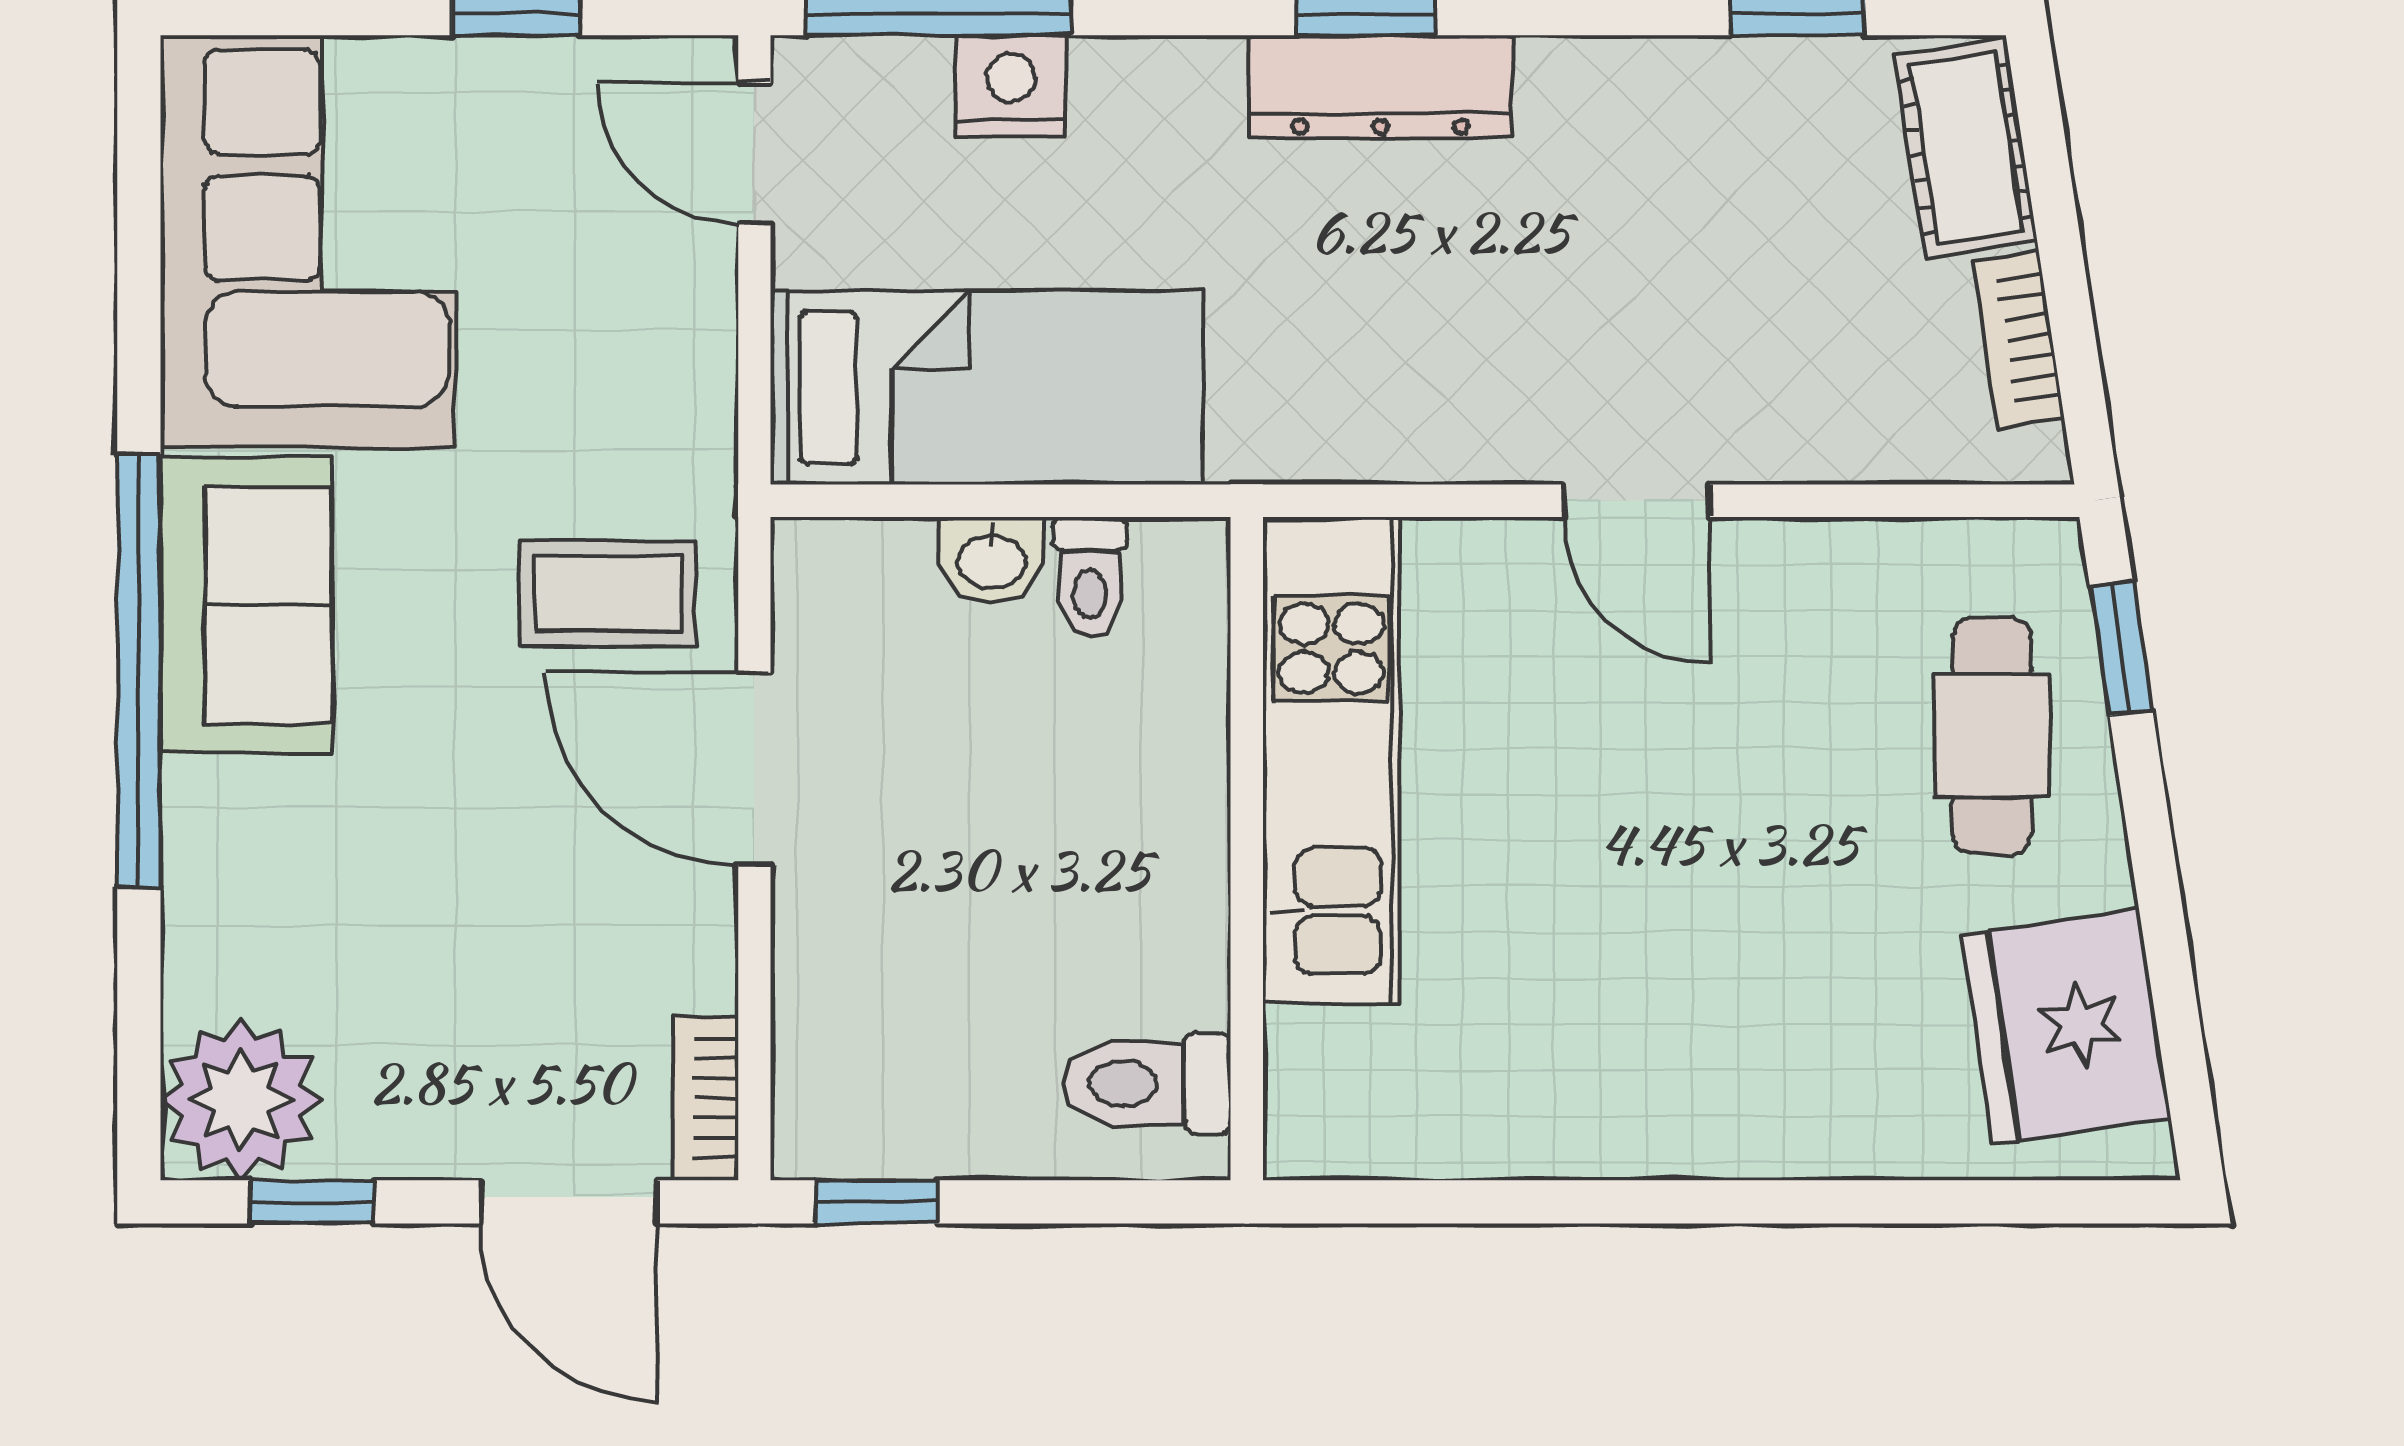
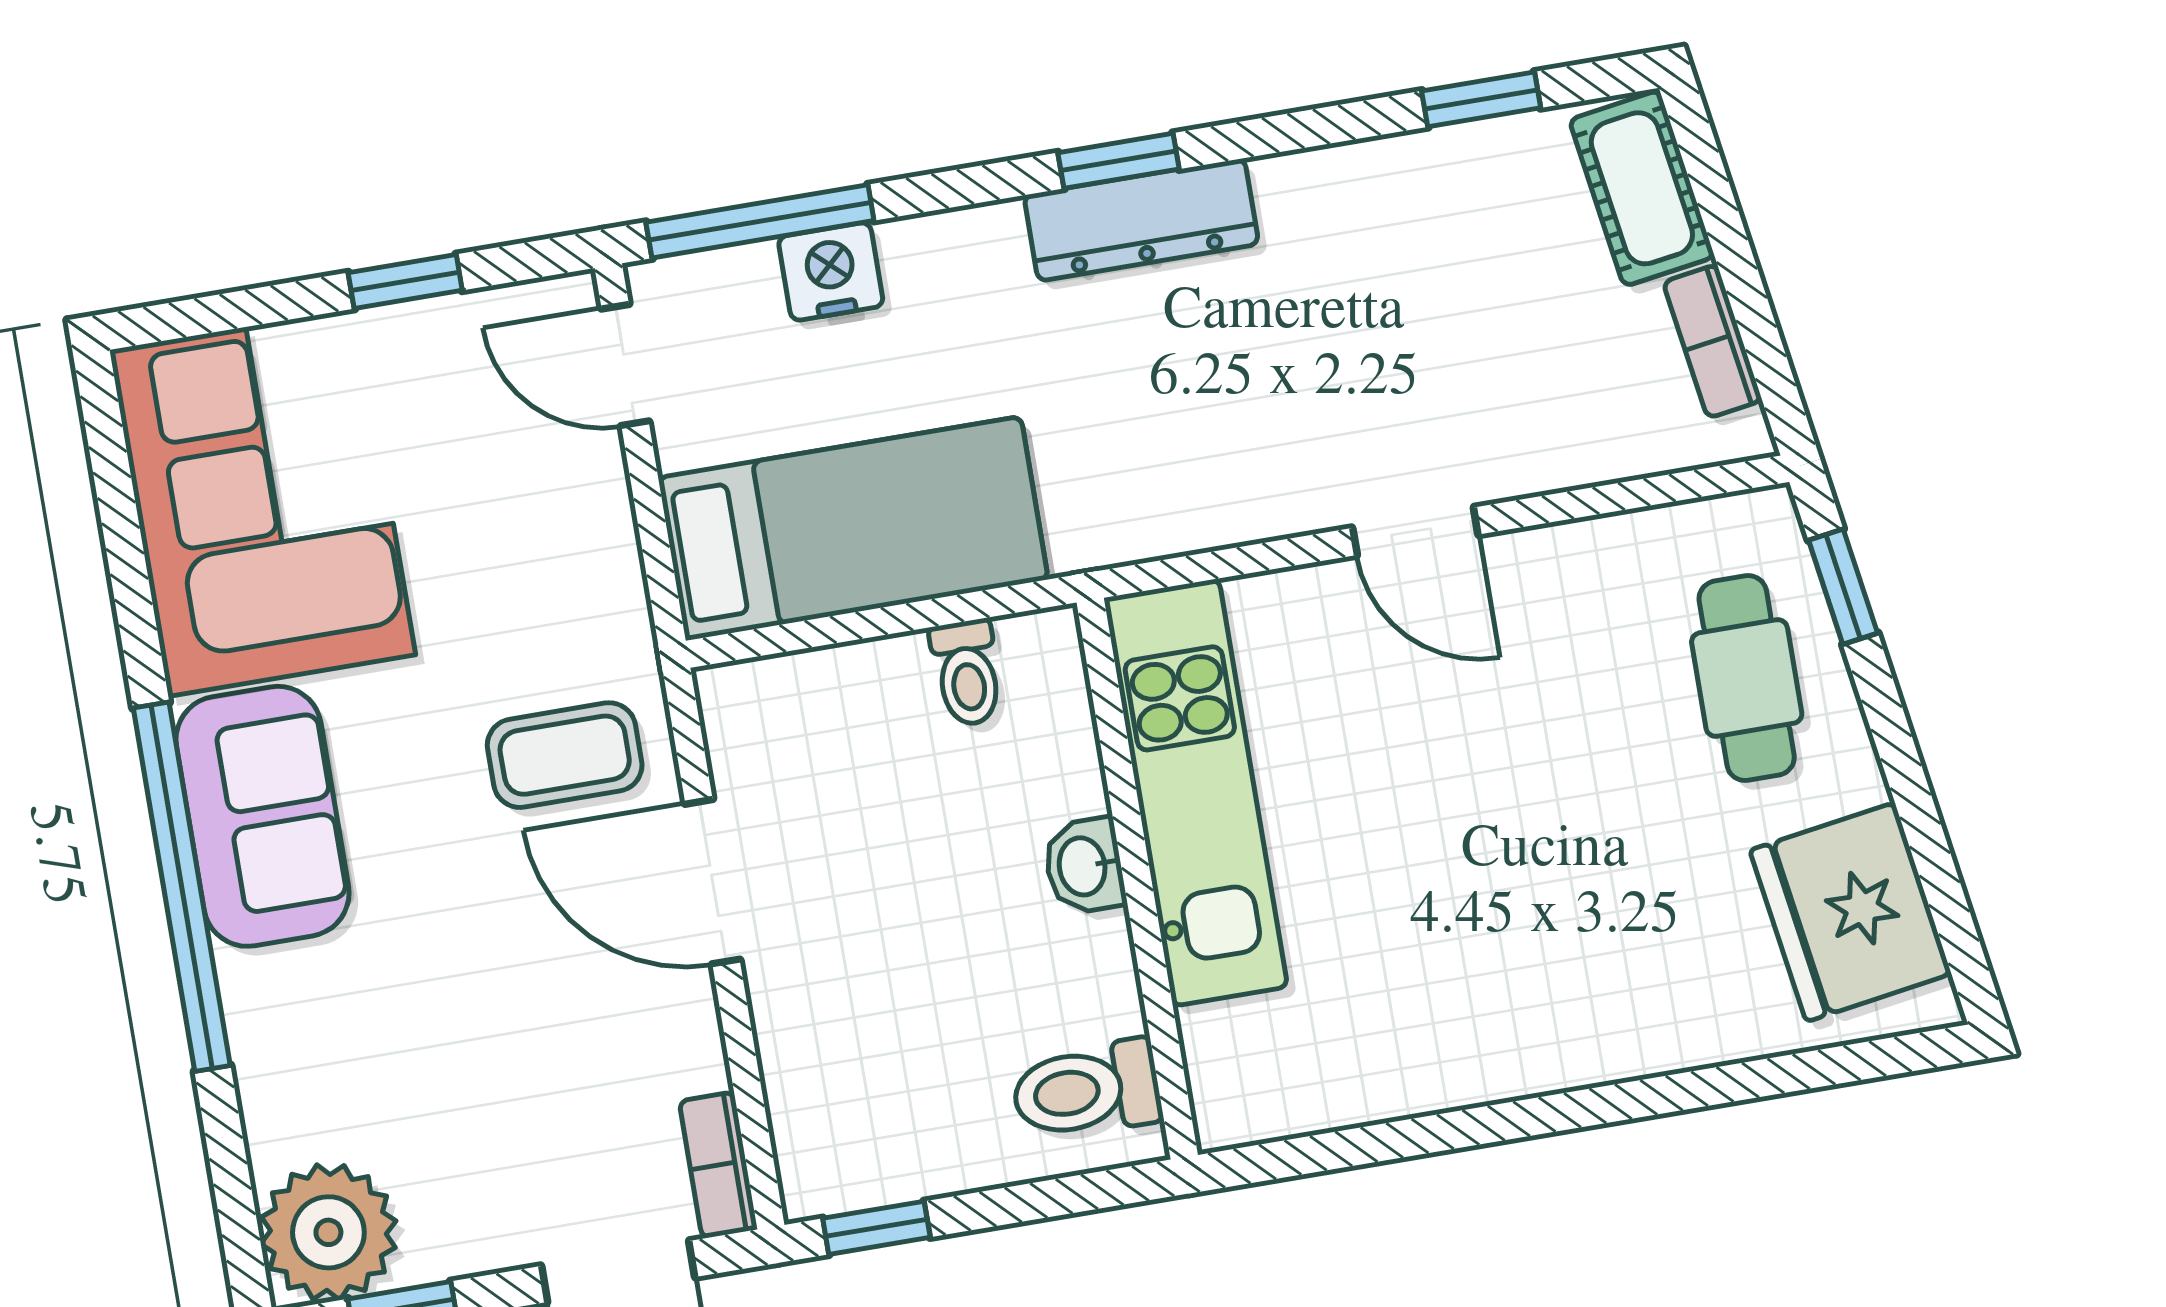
washbasin: (991, 560) -> (1084, 866), moved, turned 90

